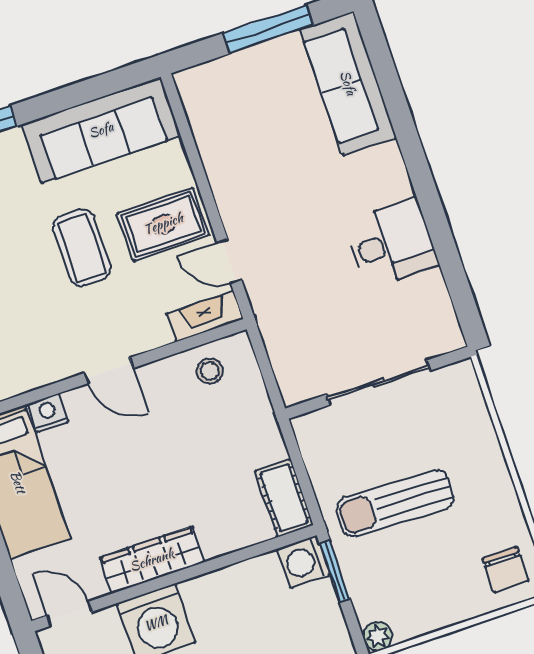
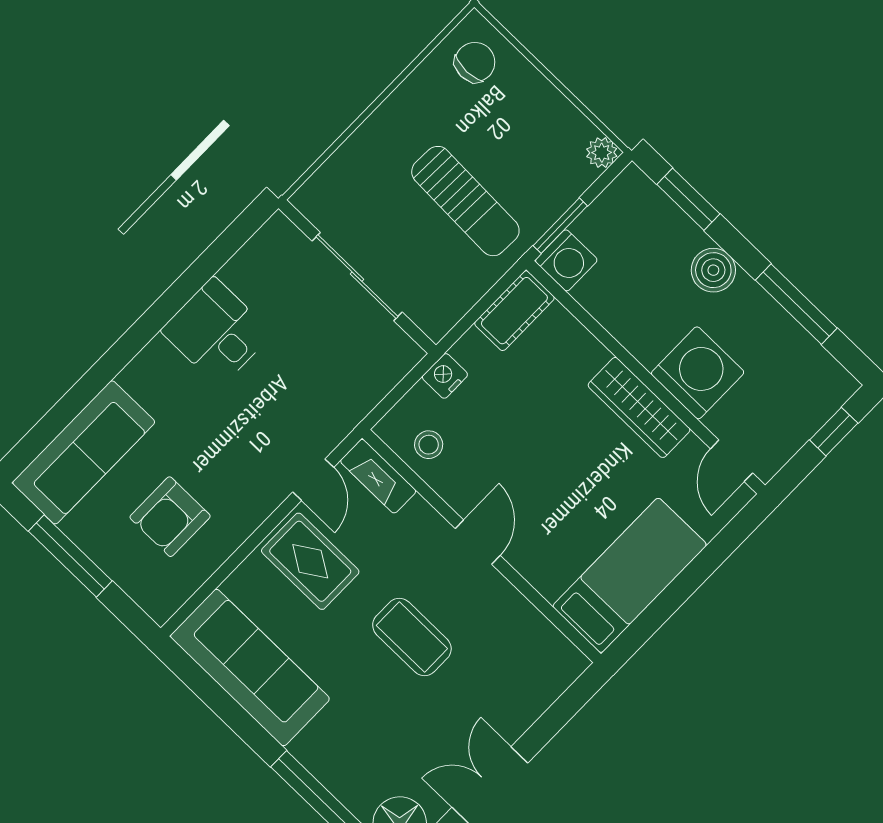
armchair: (259, 128) -> (170, 517), added
coffee table: (82, 248) -> (412, 637), moved, turned 90
nightstand: (48, 413) -> (445, 376), moved, turned 90

